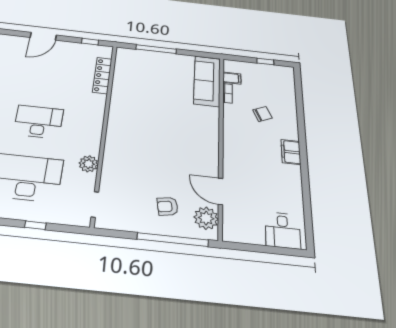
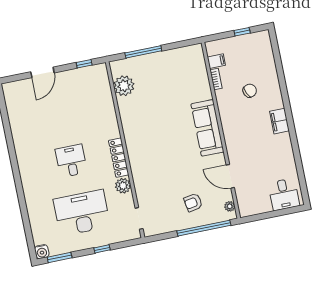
plant: (125, 71) -> (124, 86), added
locker: (102, 75) -> (119, 158), moved
sofa: (207, 81) -> (207, 128), moved
desk: (38, 122) -> (71, 161), width x0.73
plant: (206, 218) -> (230, 206), width x0.53, depth x0.53

